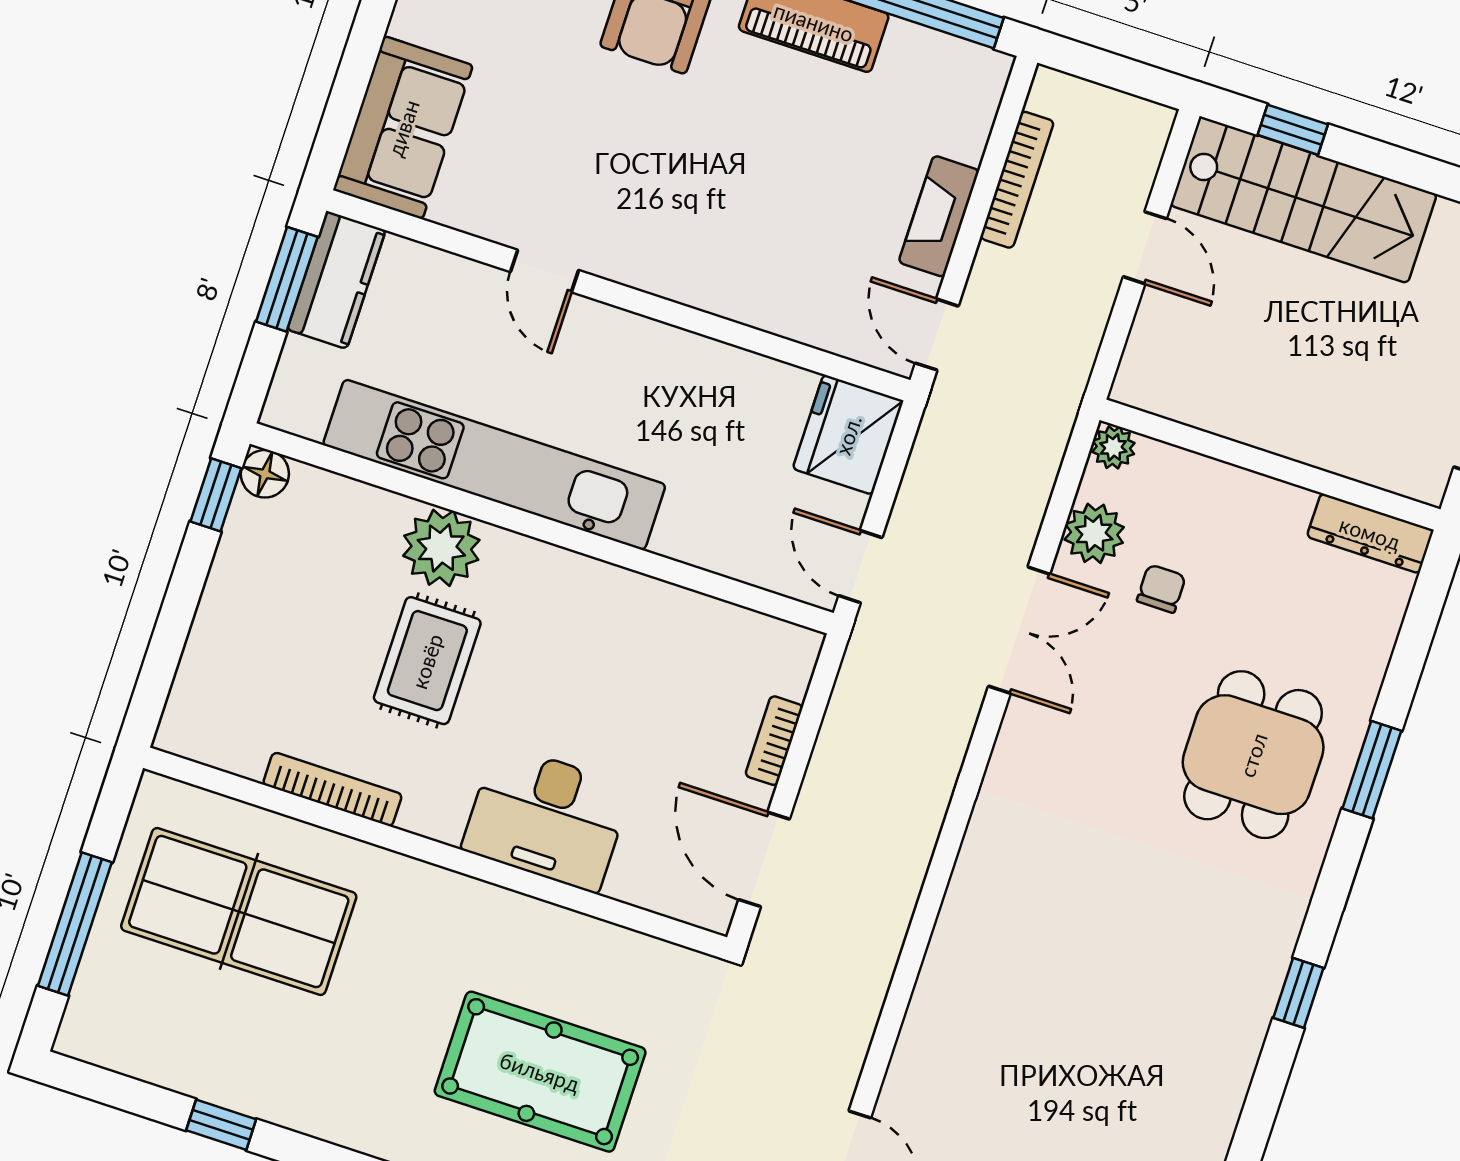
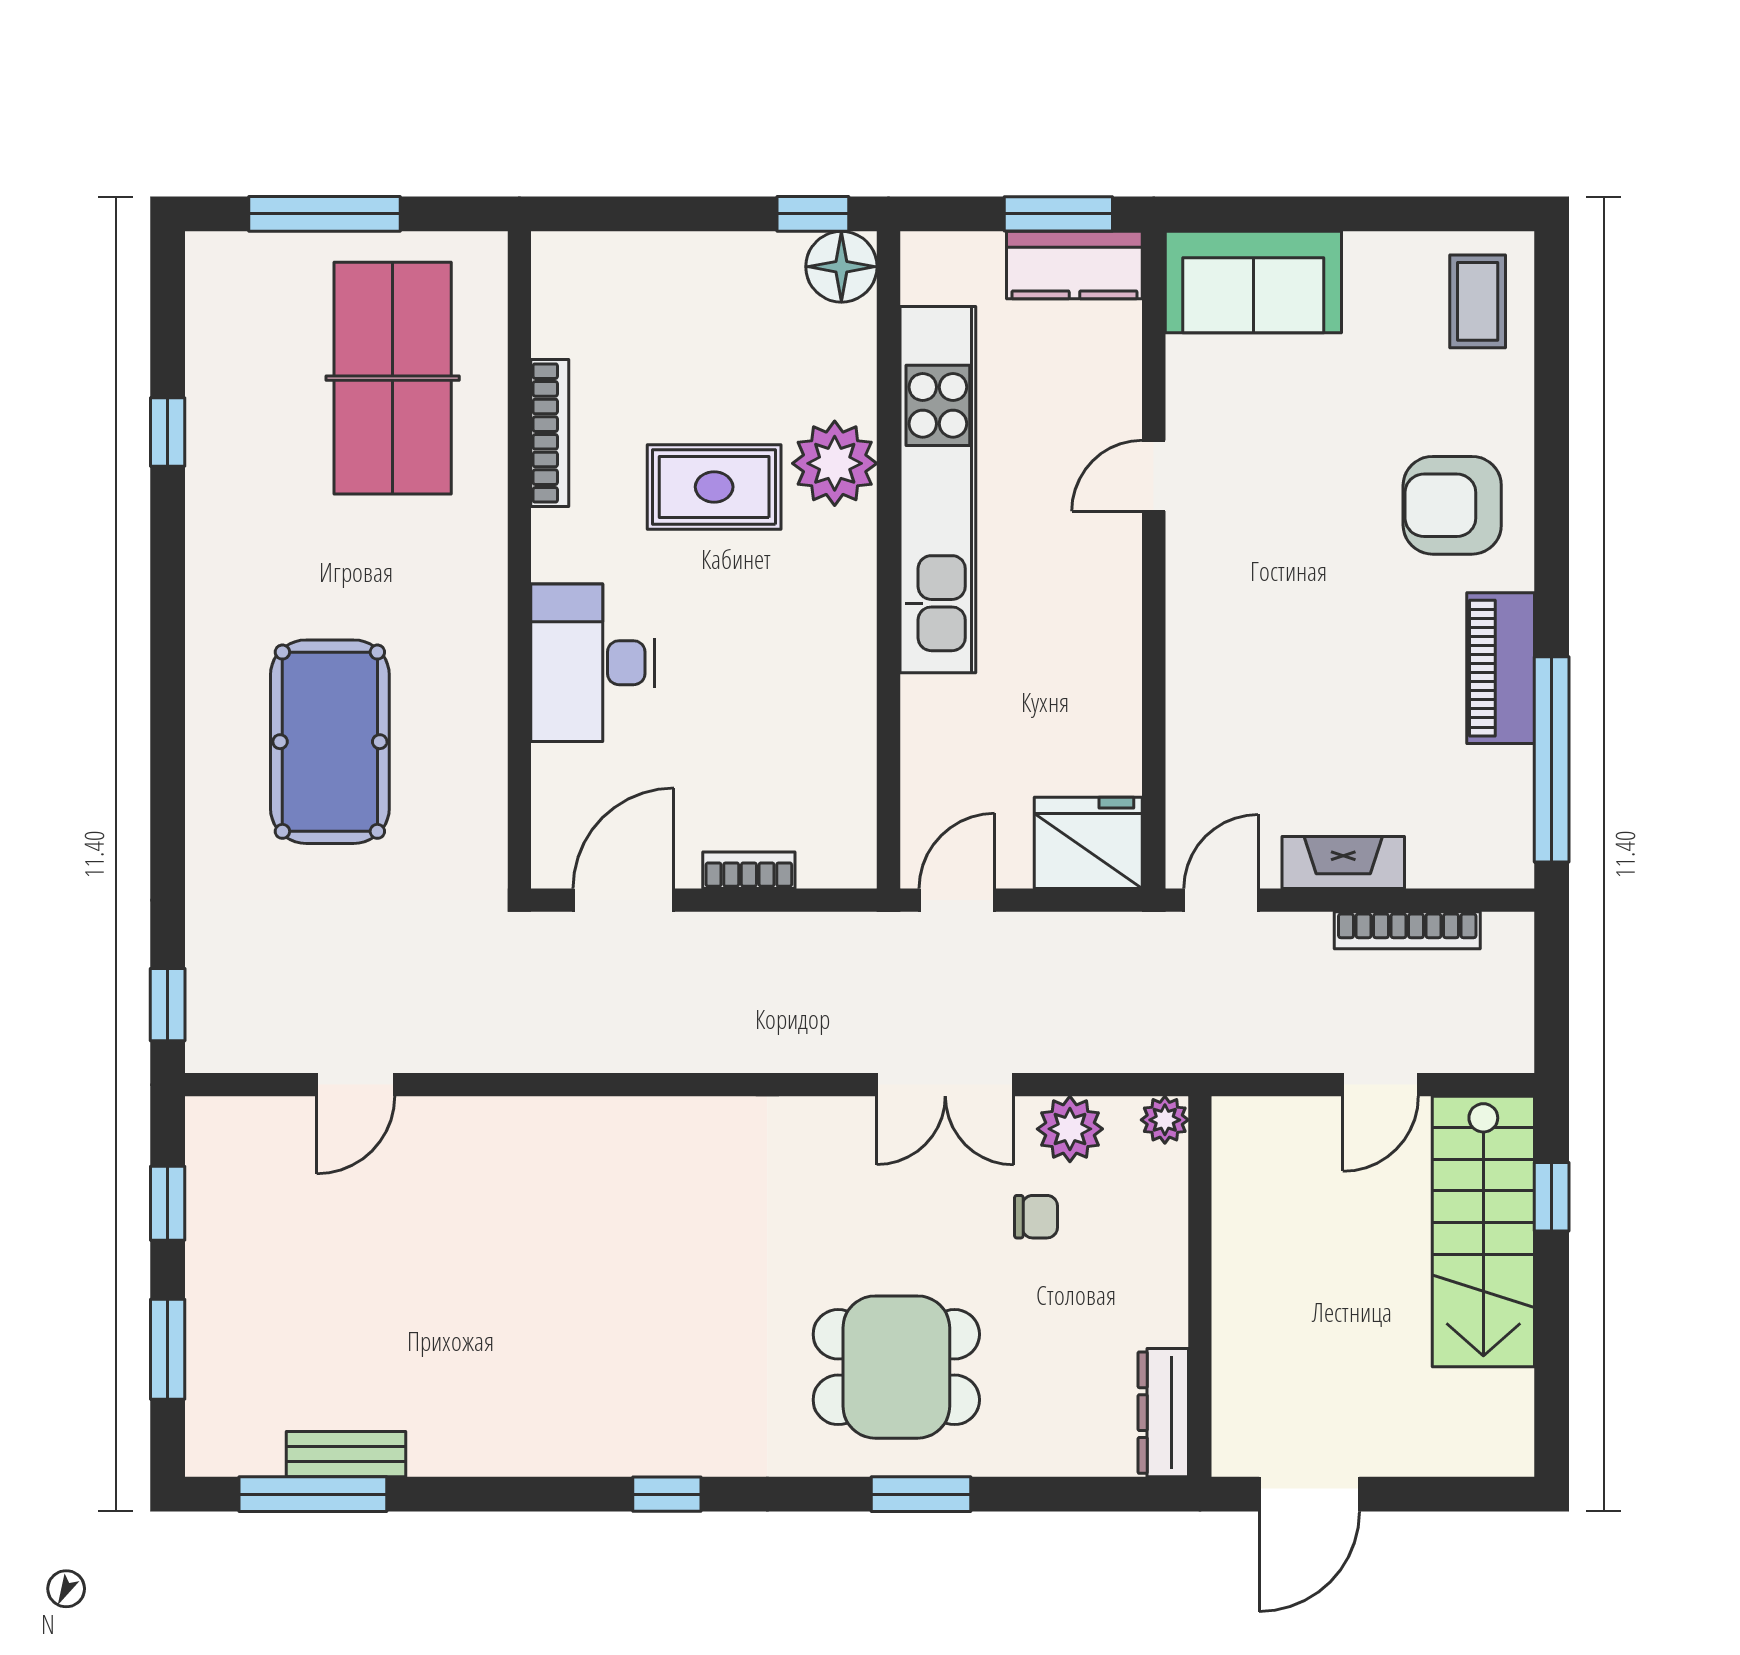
floor lamp: (265, 474) -> (841, 267), width x1.38, depth x1.38

